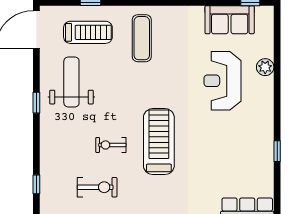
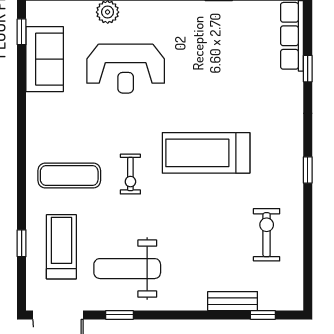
window: (36, 103) -> (119, 315), moved
exercise bike: (111, 145) -> (130, 174), moved
bench: (47, 162) -> (233, 301), added

